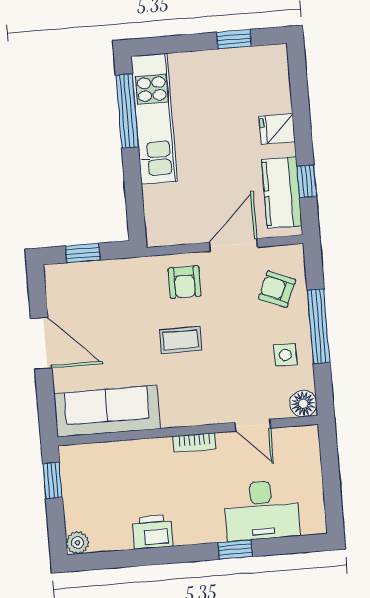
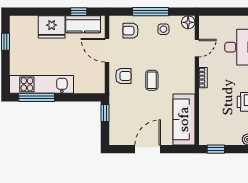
fridge: (277, 129) -> (52, 27), width x1.88, depth x1.34
window: (83, 253) -> (105, 113), moved
armchair: (277, 289) -> (131, 31), turned 67

